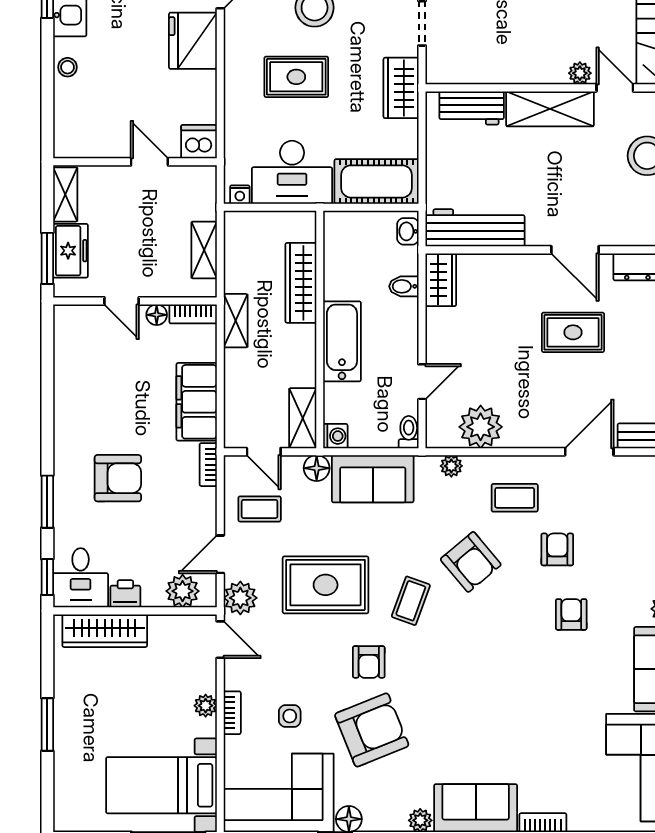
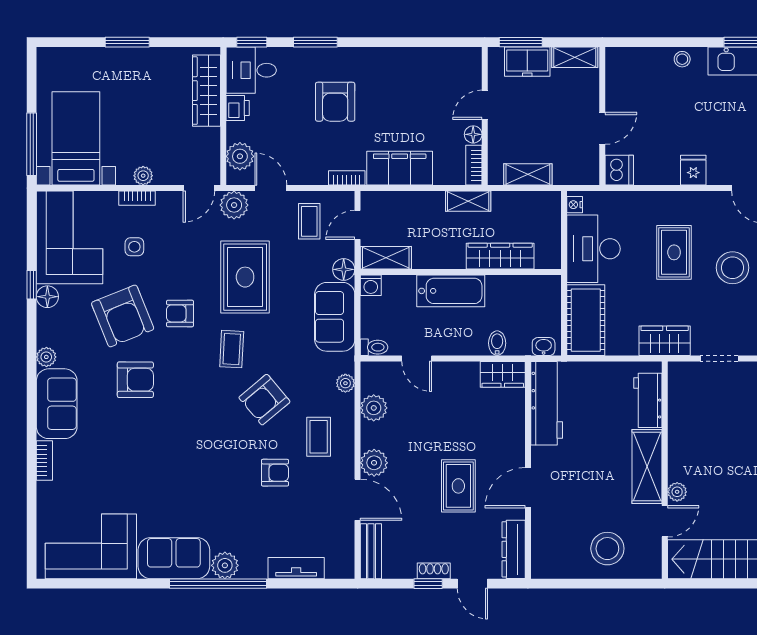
fridge: (193, 41) -> (693, 170), width x0.53, depth x0.75
plant: (481, 427) -> (374, 408), width x0.73, depth x0.73
plant: (546, 432) -> (374, 463), added
coffee table: (411, 601) -> (232, 349), turned 73
armchair: (571, 614) -> (135, 380), moved, width x1.38, depth x1.38

